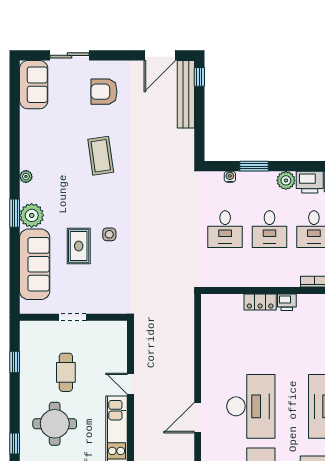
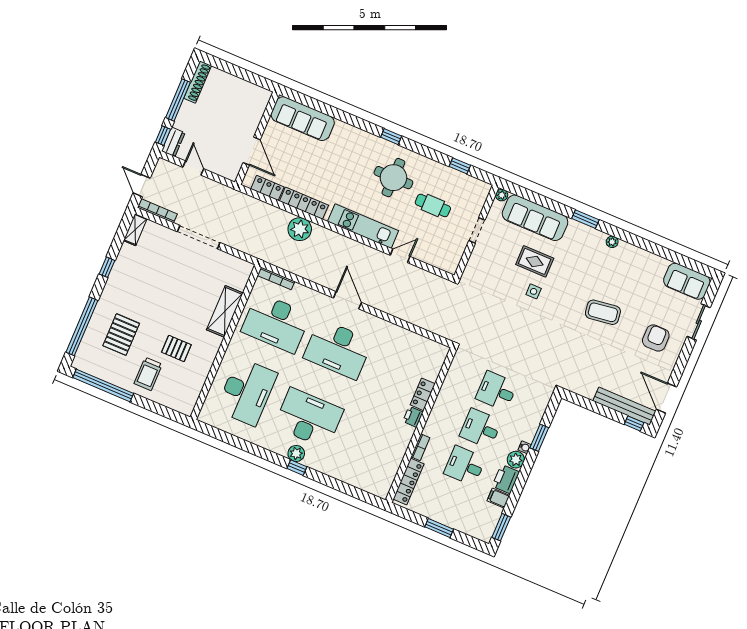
water cooler: (230, 177) -> (525, 447), moved
plant: (32, 215) -> (502, 195), moved, width x0.53, depth x0.53

